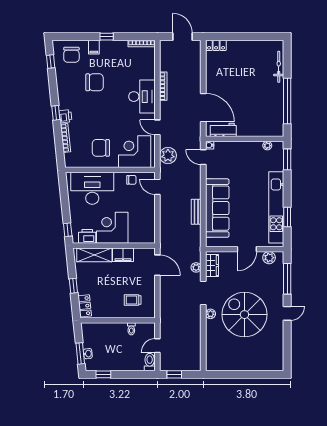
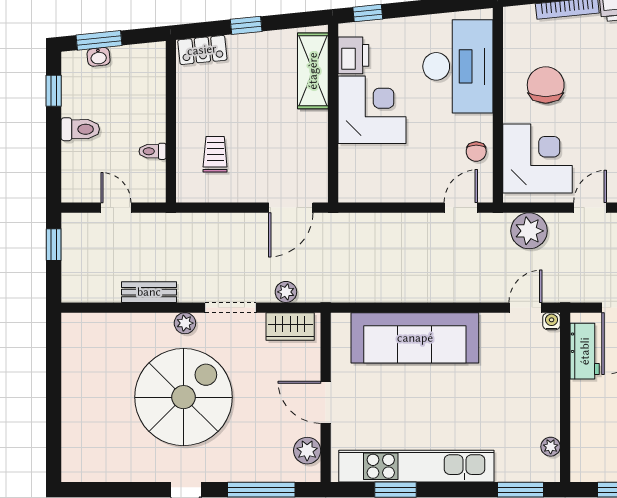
bench: (196, 212) -> (149, 292), moved
filing cabinet: (123, 255) -> (313, 133), removed
toilet: (150, 362) -> (80, 129), moved

